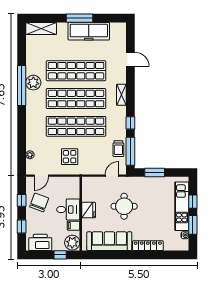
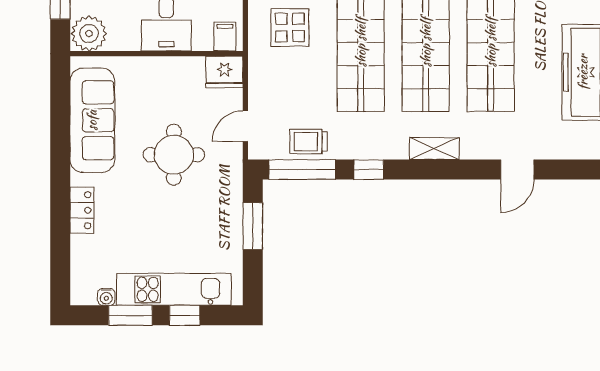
door: (112, 176) -> (245, 126), swing flipped
fridge: (89, 210) -> (224, 72), moved
filing cabinet: (74, 226) -> (225, 37), moved
locker: (148, 246) -> (82, 210), width x0.66

